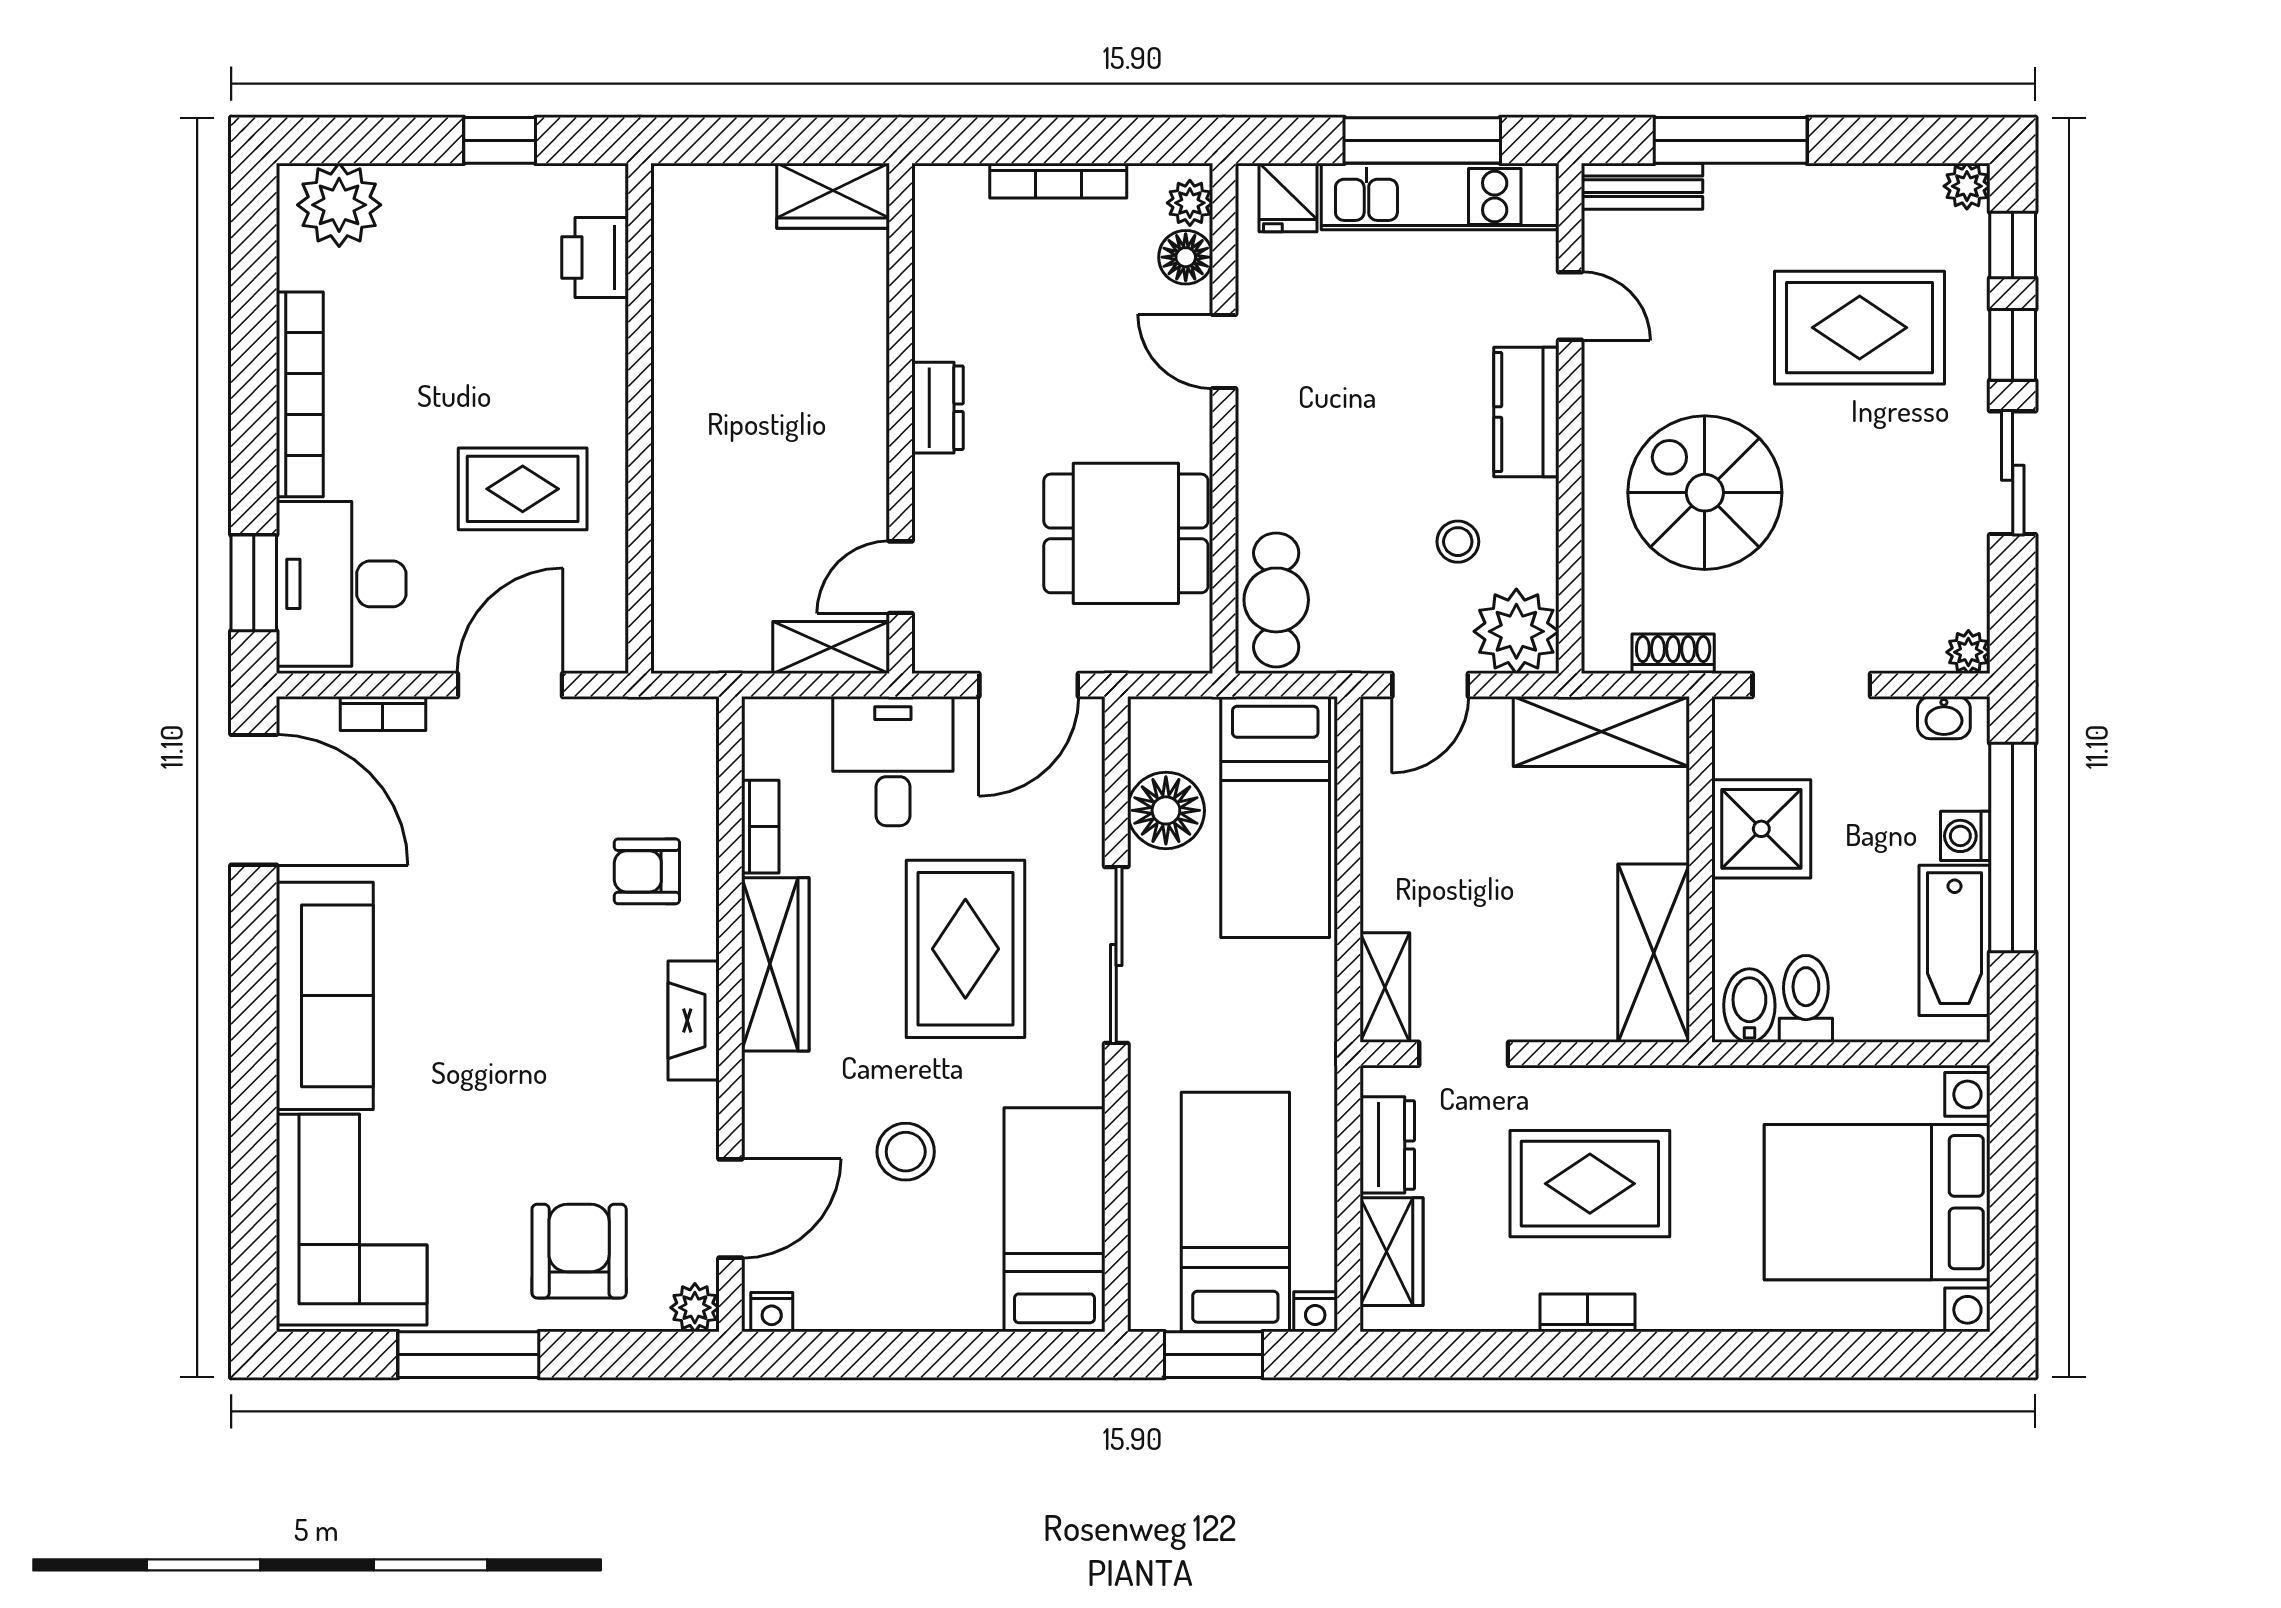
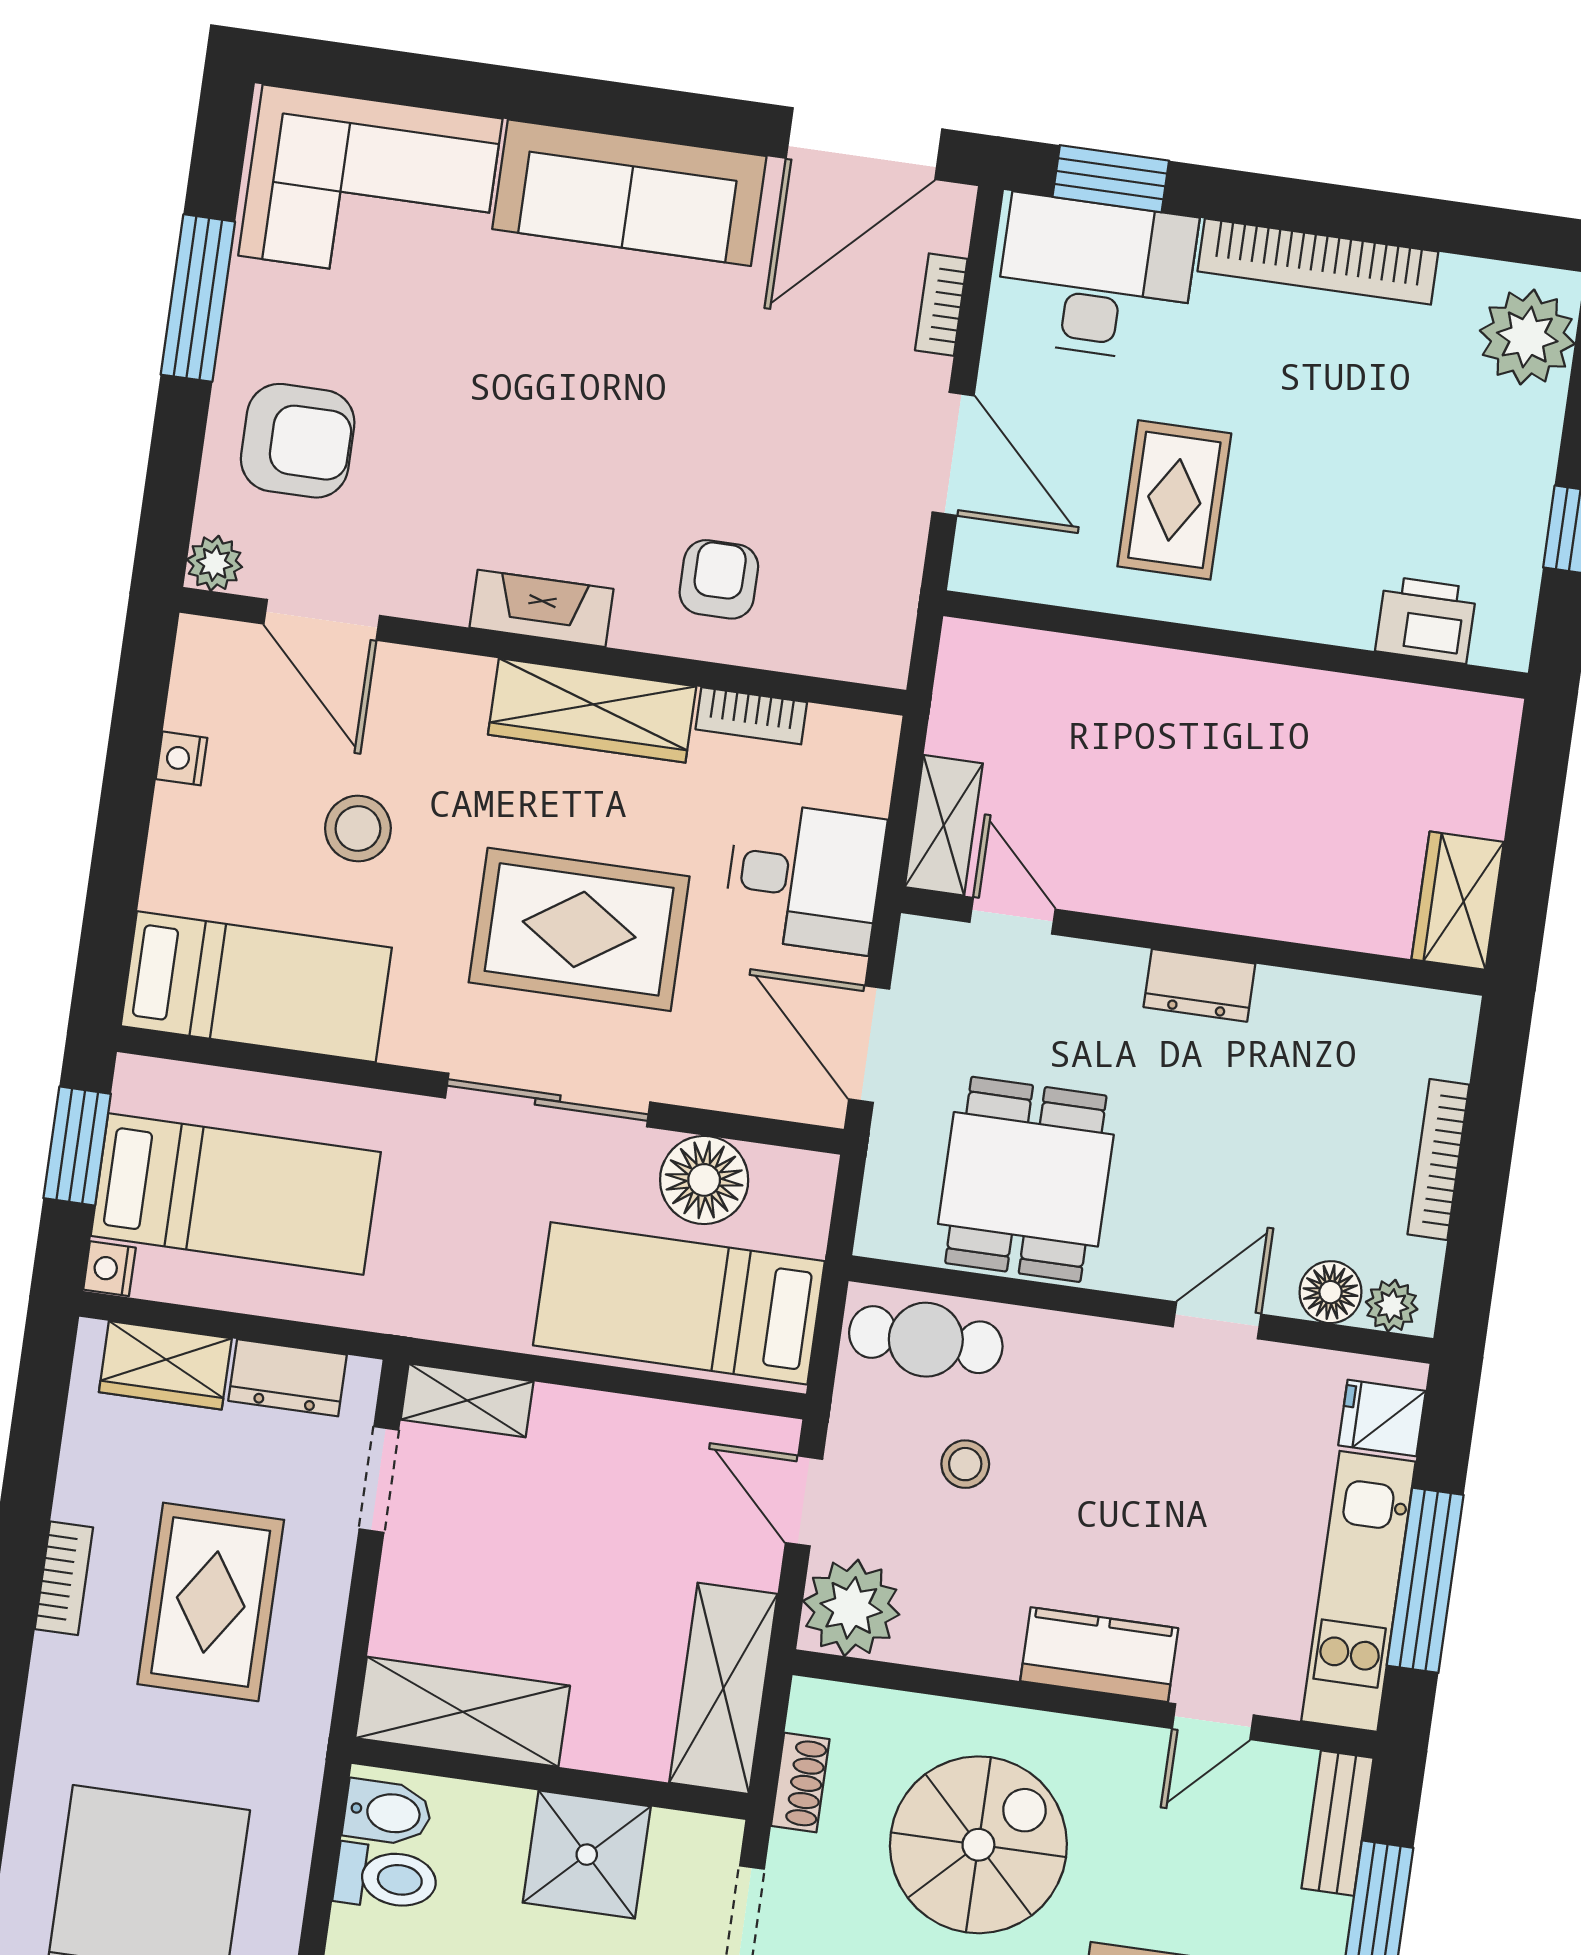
stool: (1458, 542) -> (965, 1464), moved
nightstand: (772, 1312) -> (182, 758), moved

